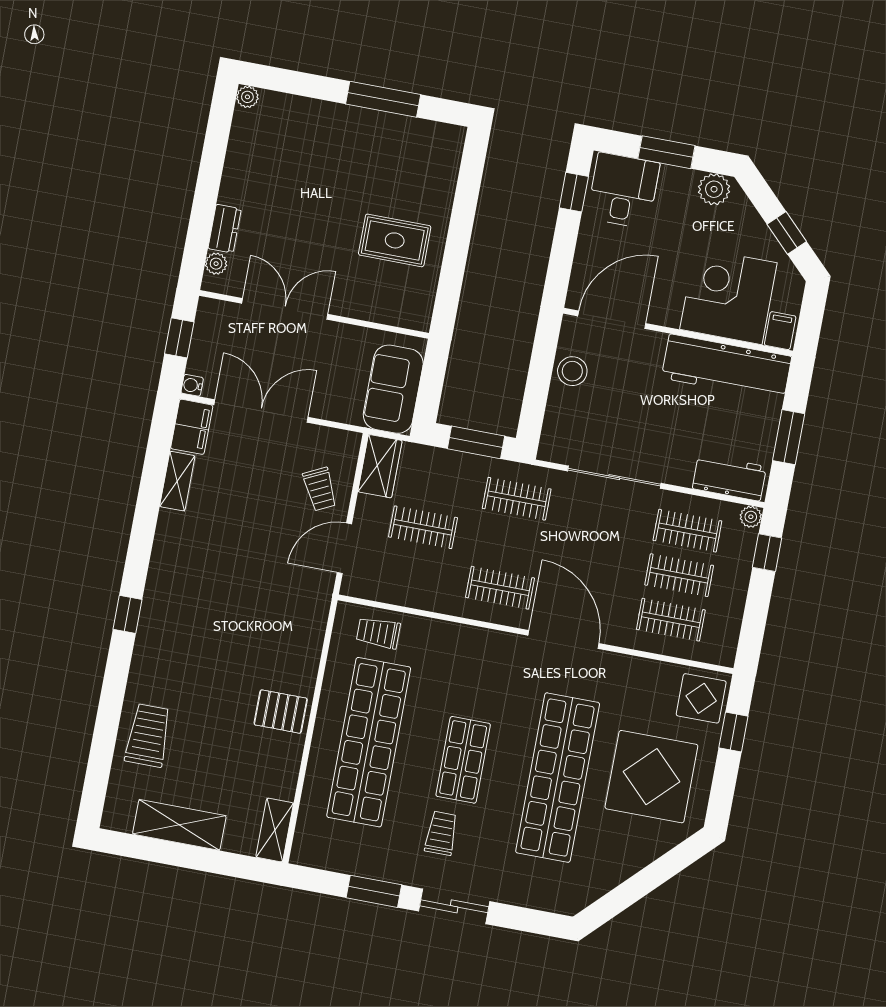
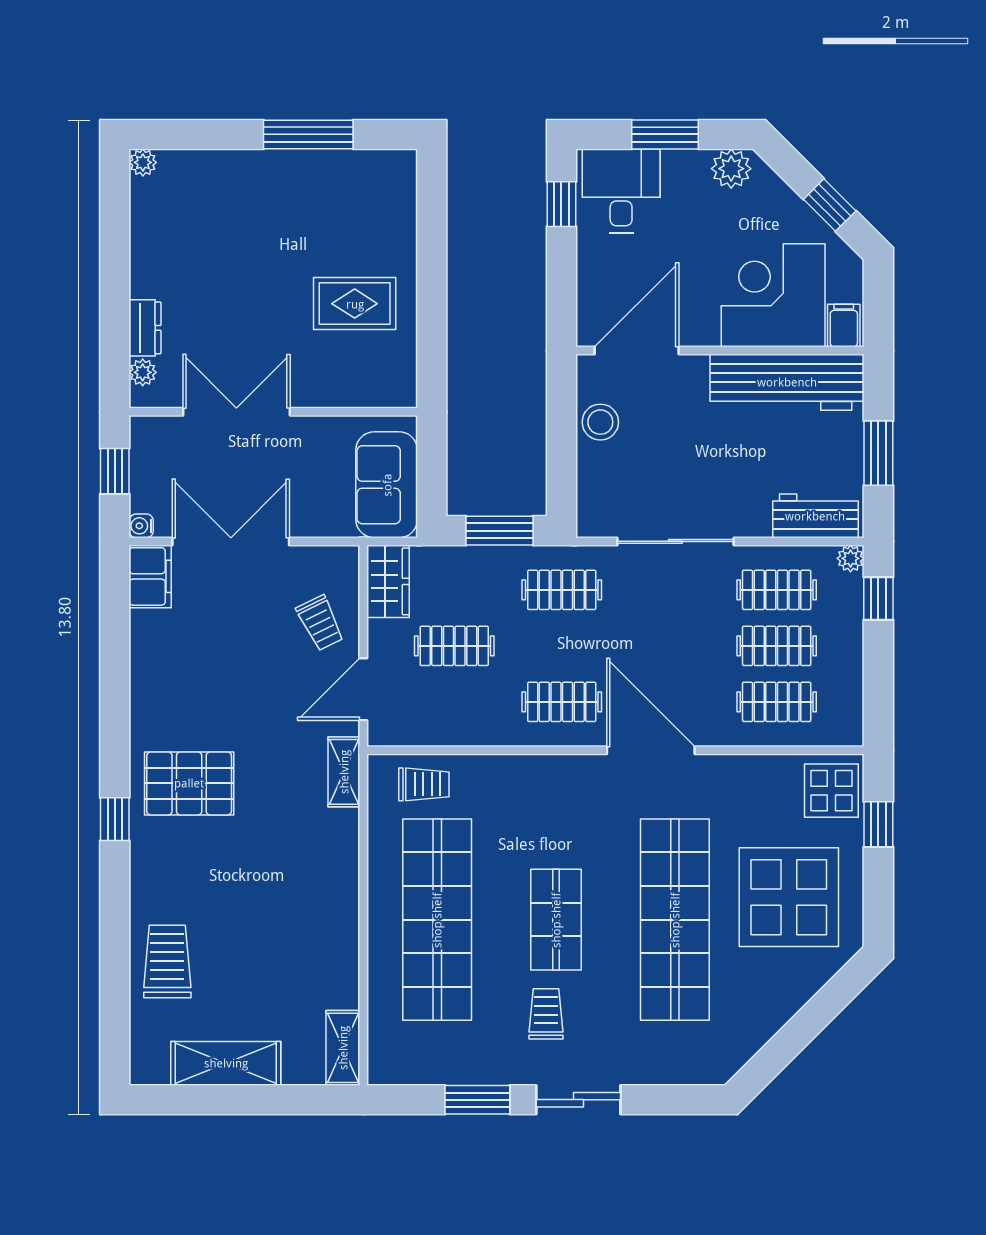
shelving: (177, 481) -> (344, 772), moved
trolley: (378, 633) -> (424, 784), turned 180
pallet: (281, 712) -> (189, 783), moved, width x1.50, depth x1.42

